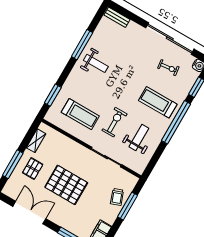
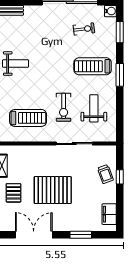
exercise bike: (114, 122) -> (64, 107), turned 180
window: (176, 122) -> (120, 75), width x0.47
window: (127, 206) -> (120, 177), width x0.46

